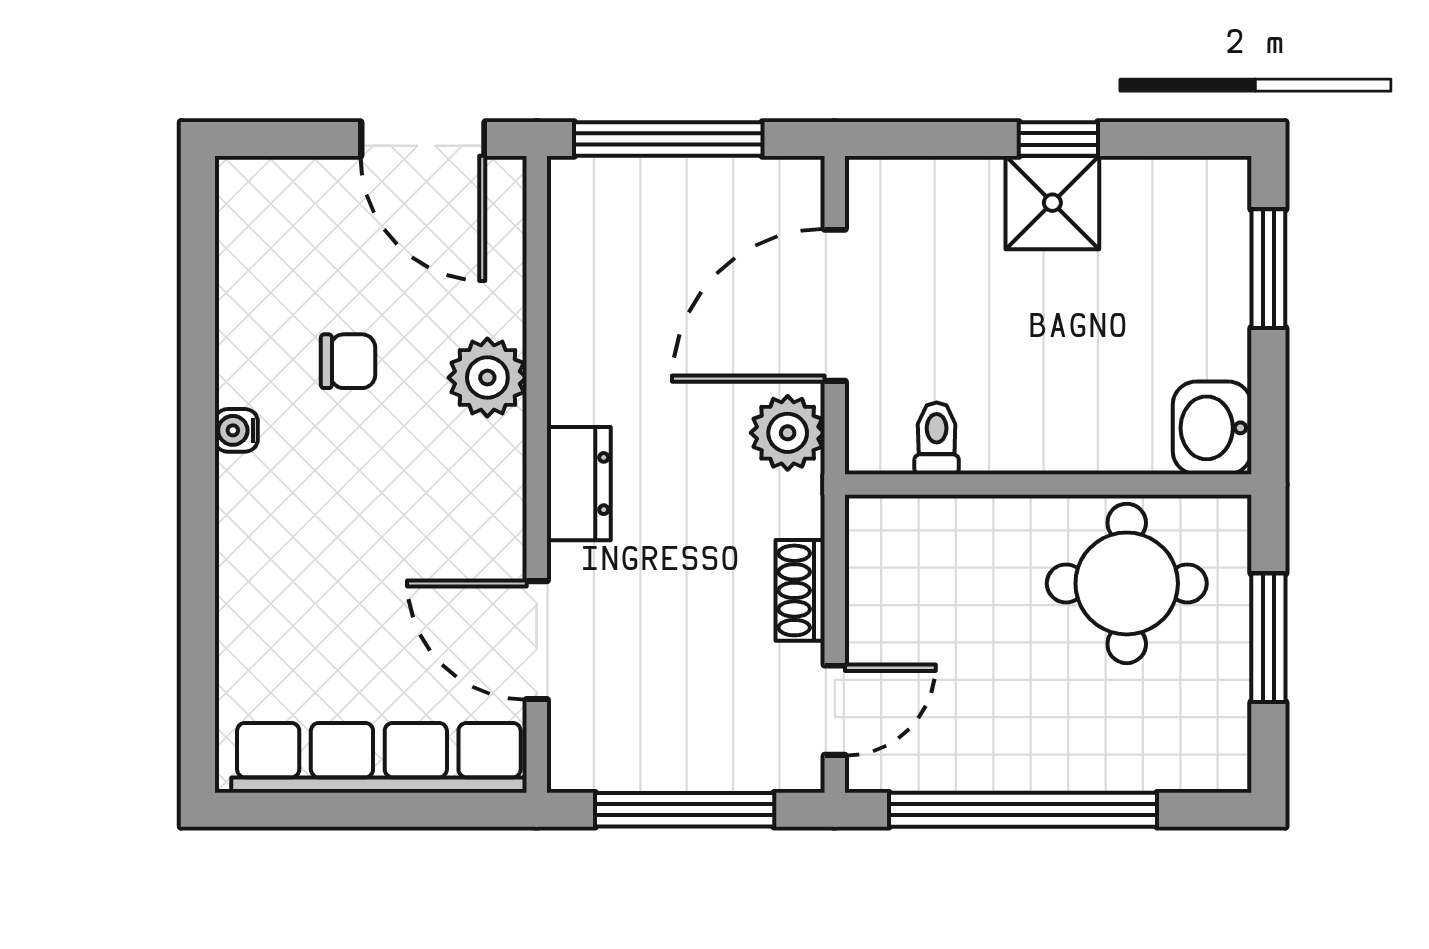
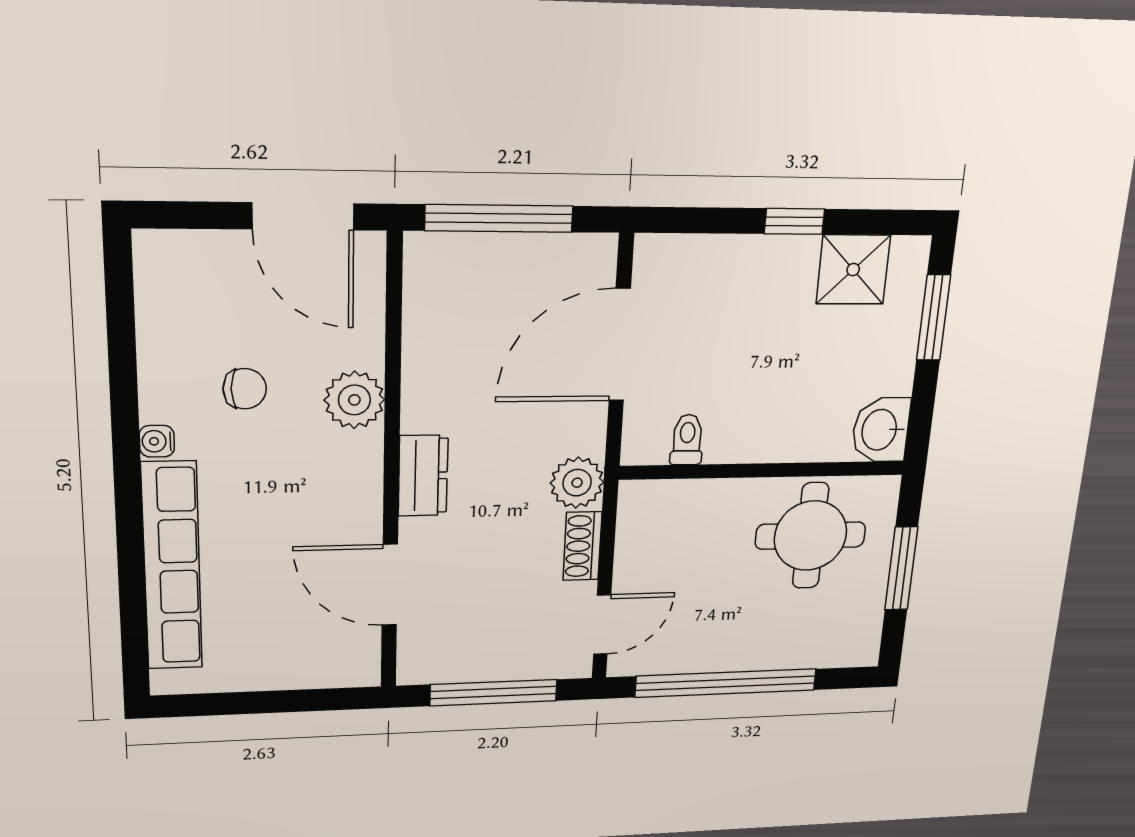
shower: (1052, 203) -> (853, 270), moved
plant: (788, 433) -> (577, 483), moved
row of seats: (379, 758) -> (172, 567), moved, turned 90

